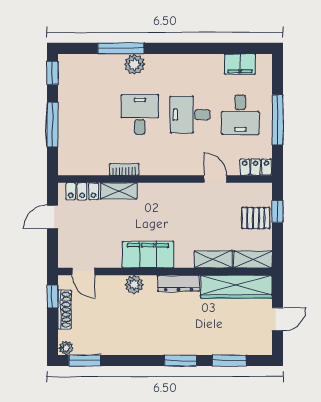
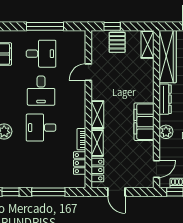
locker: (256, 167) -> (80, 163), moved
shelving: (213, 259) -> (97, 115), moved

